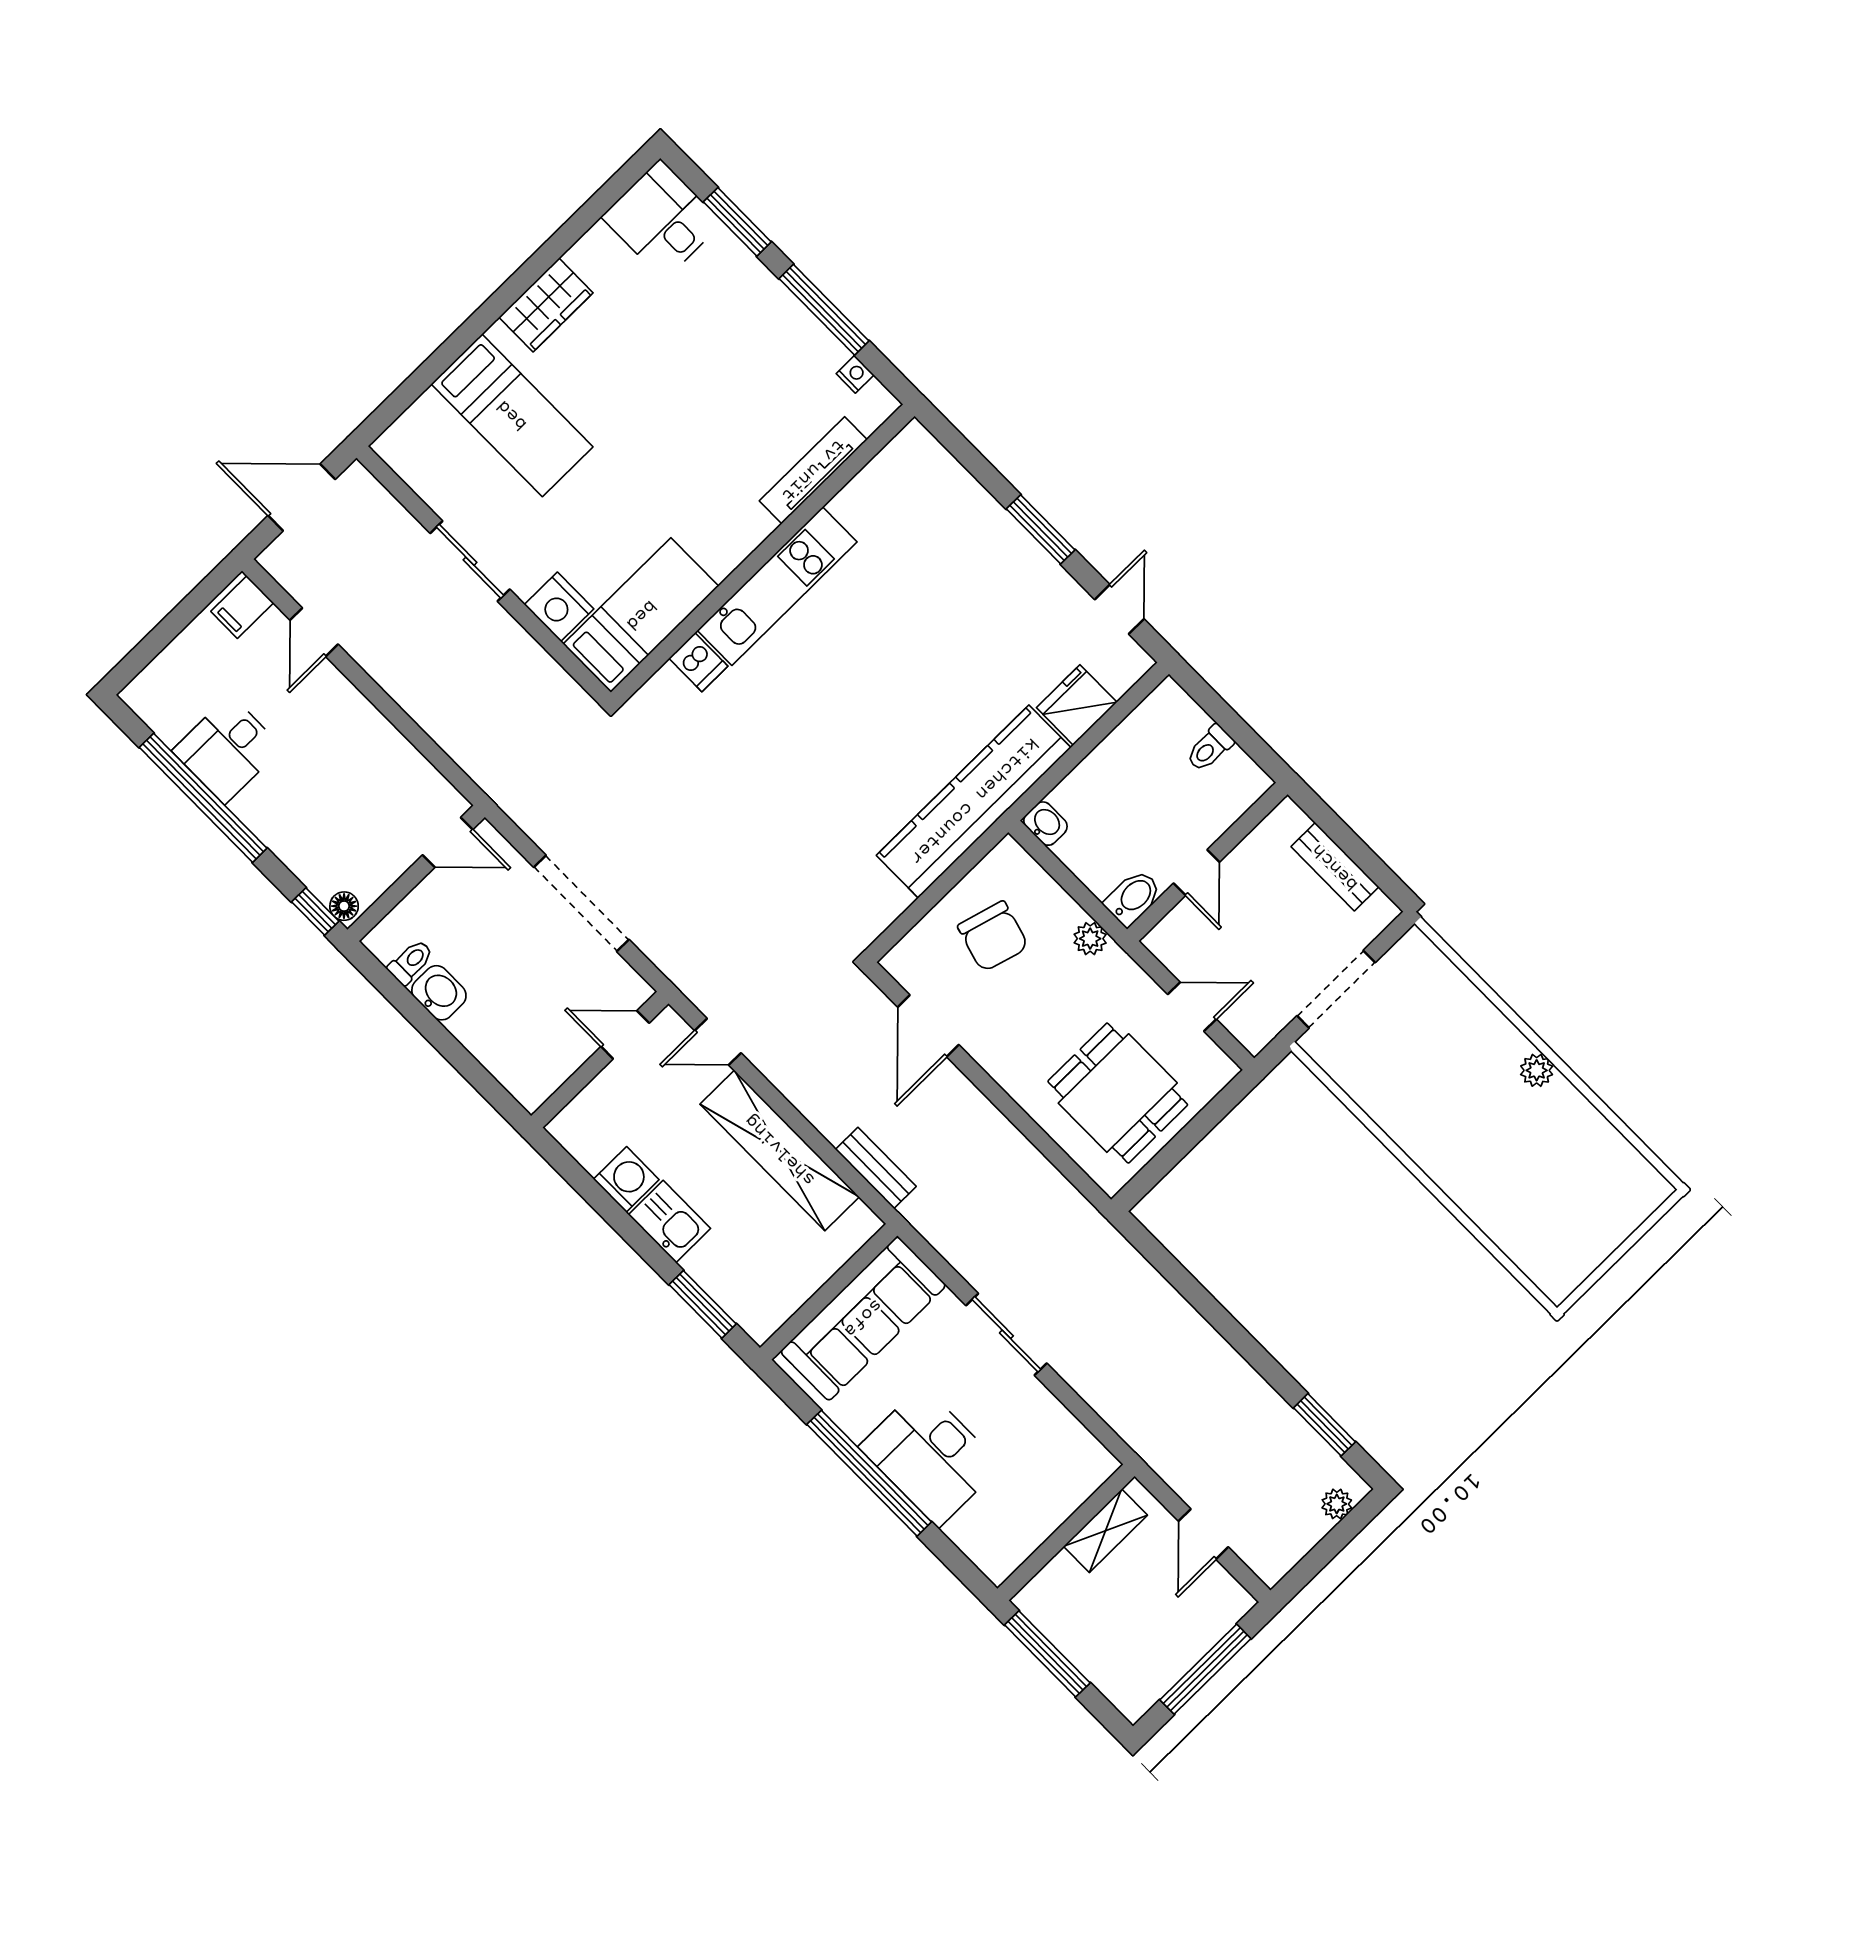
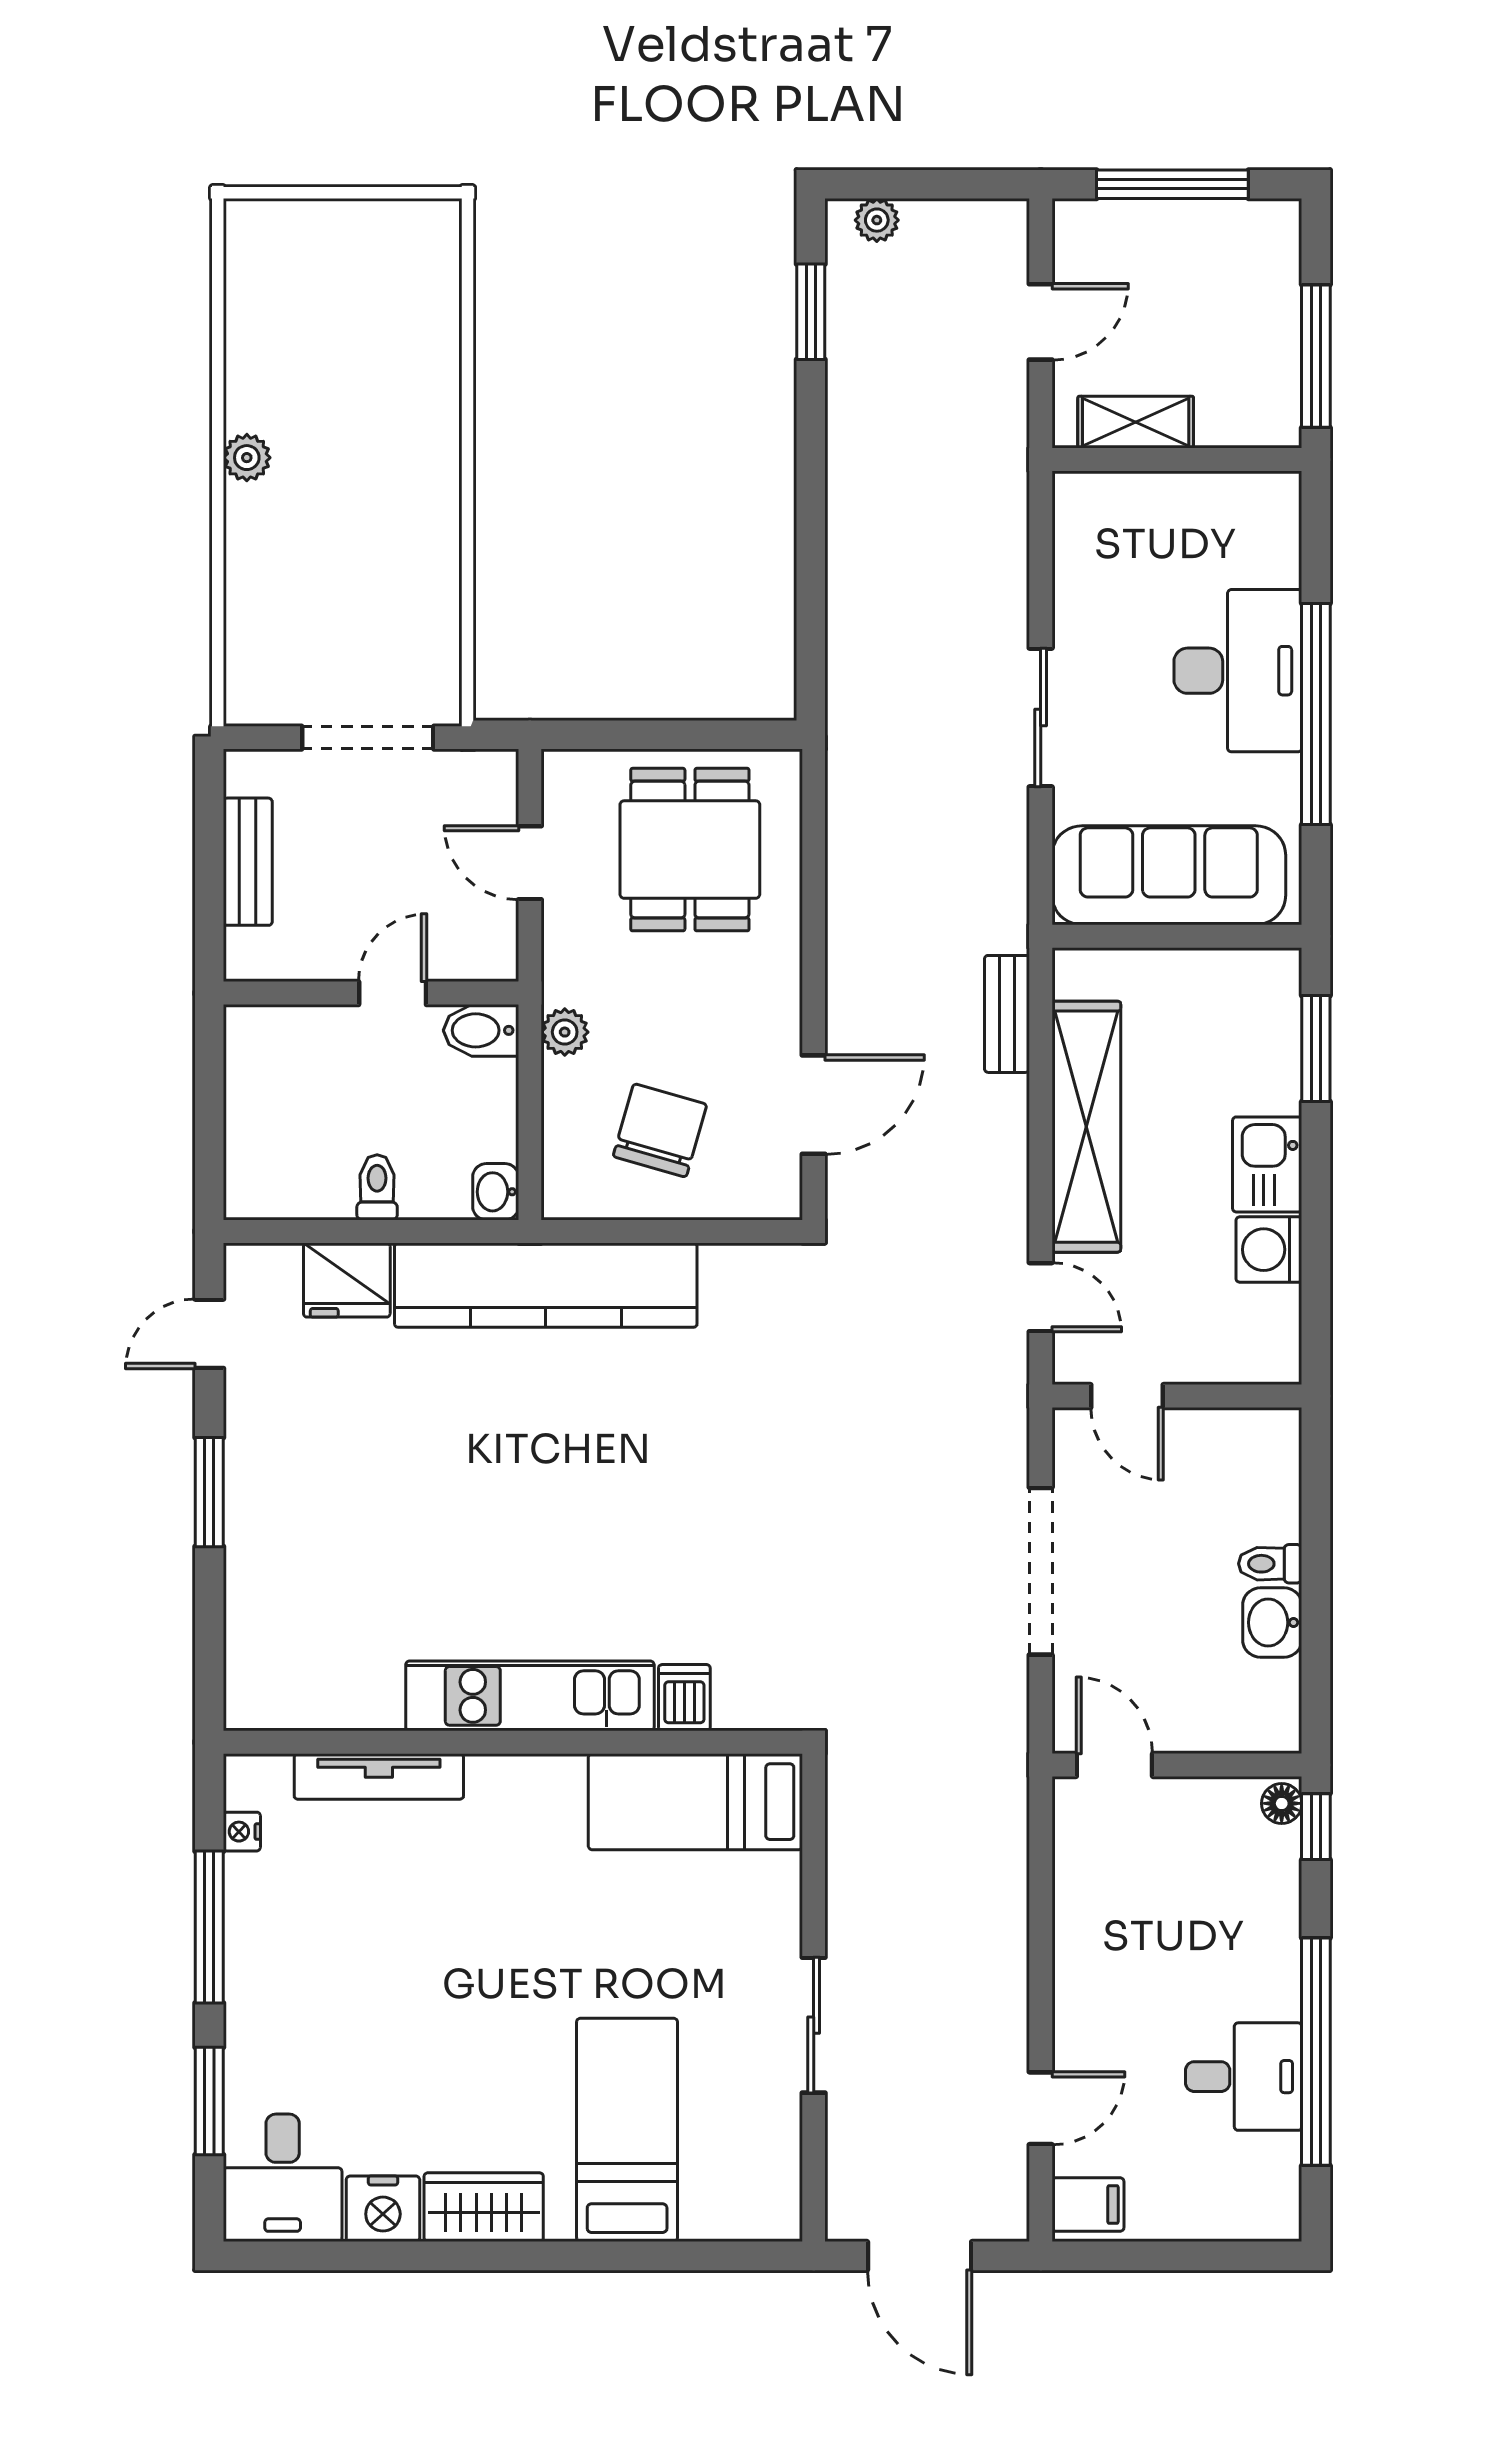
nightstand: (559, 607) -> (383, 2209), moved, turned 90
toilet: (1210, 748) -> (377, 1187), moved, turned -90
toilet: (411, 962) -> (1270, 1564), moved

